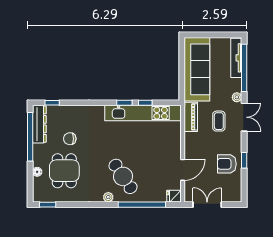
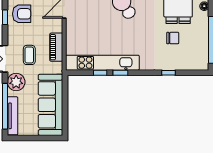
plant: (237, 97) -> (16, 82), width x1.88, depth x1.88
window: (52, 103) -> (168, 73), moved
piano: (191, 117) -> (56, 47), moved
dresser: (39, 124) -> (202, 52), removed

